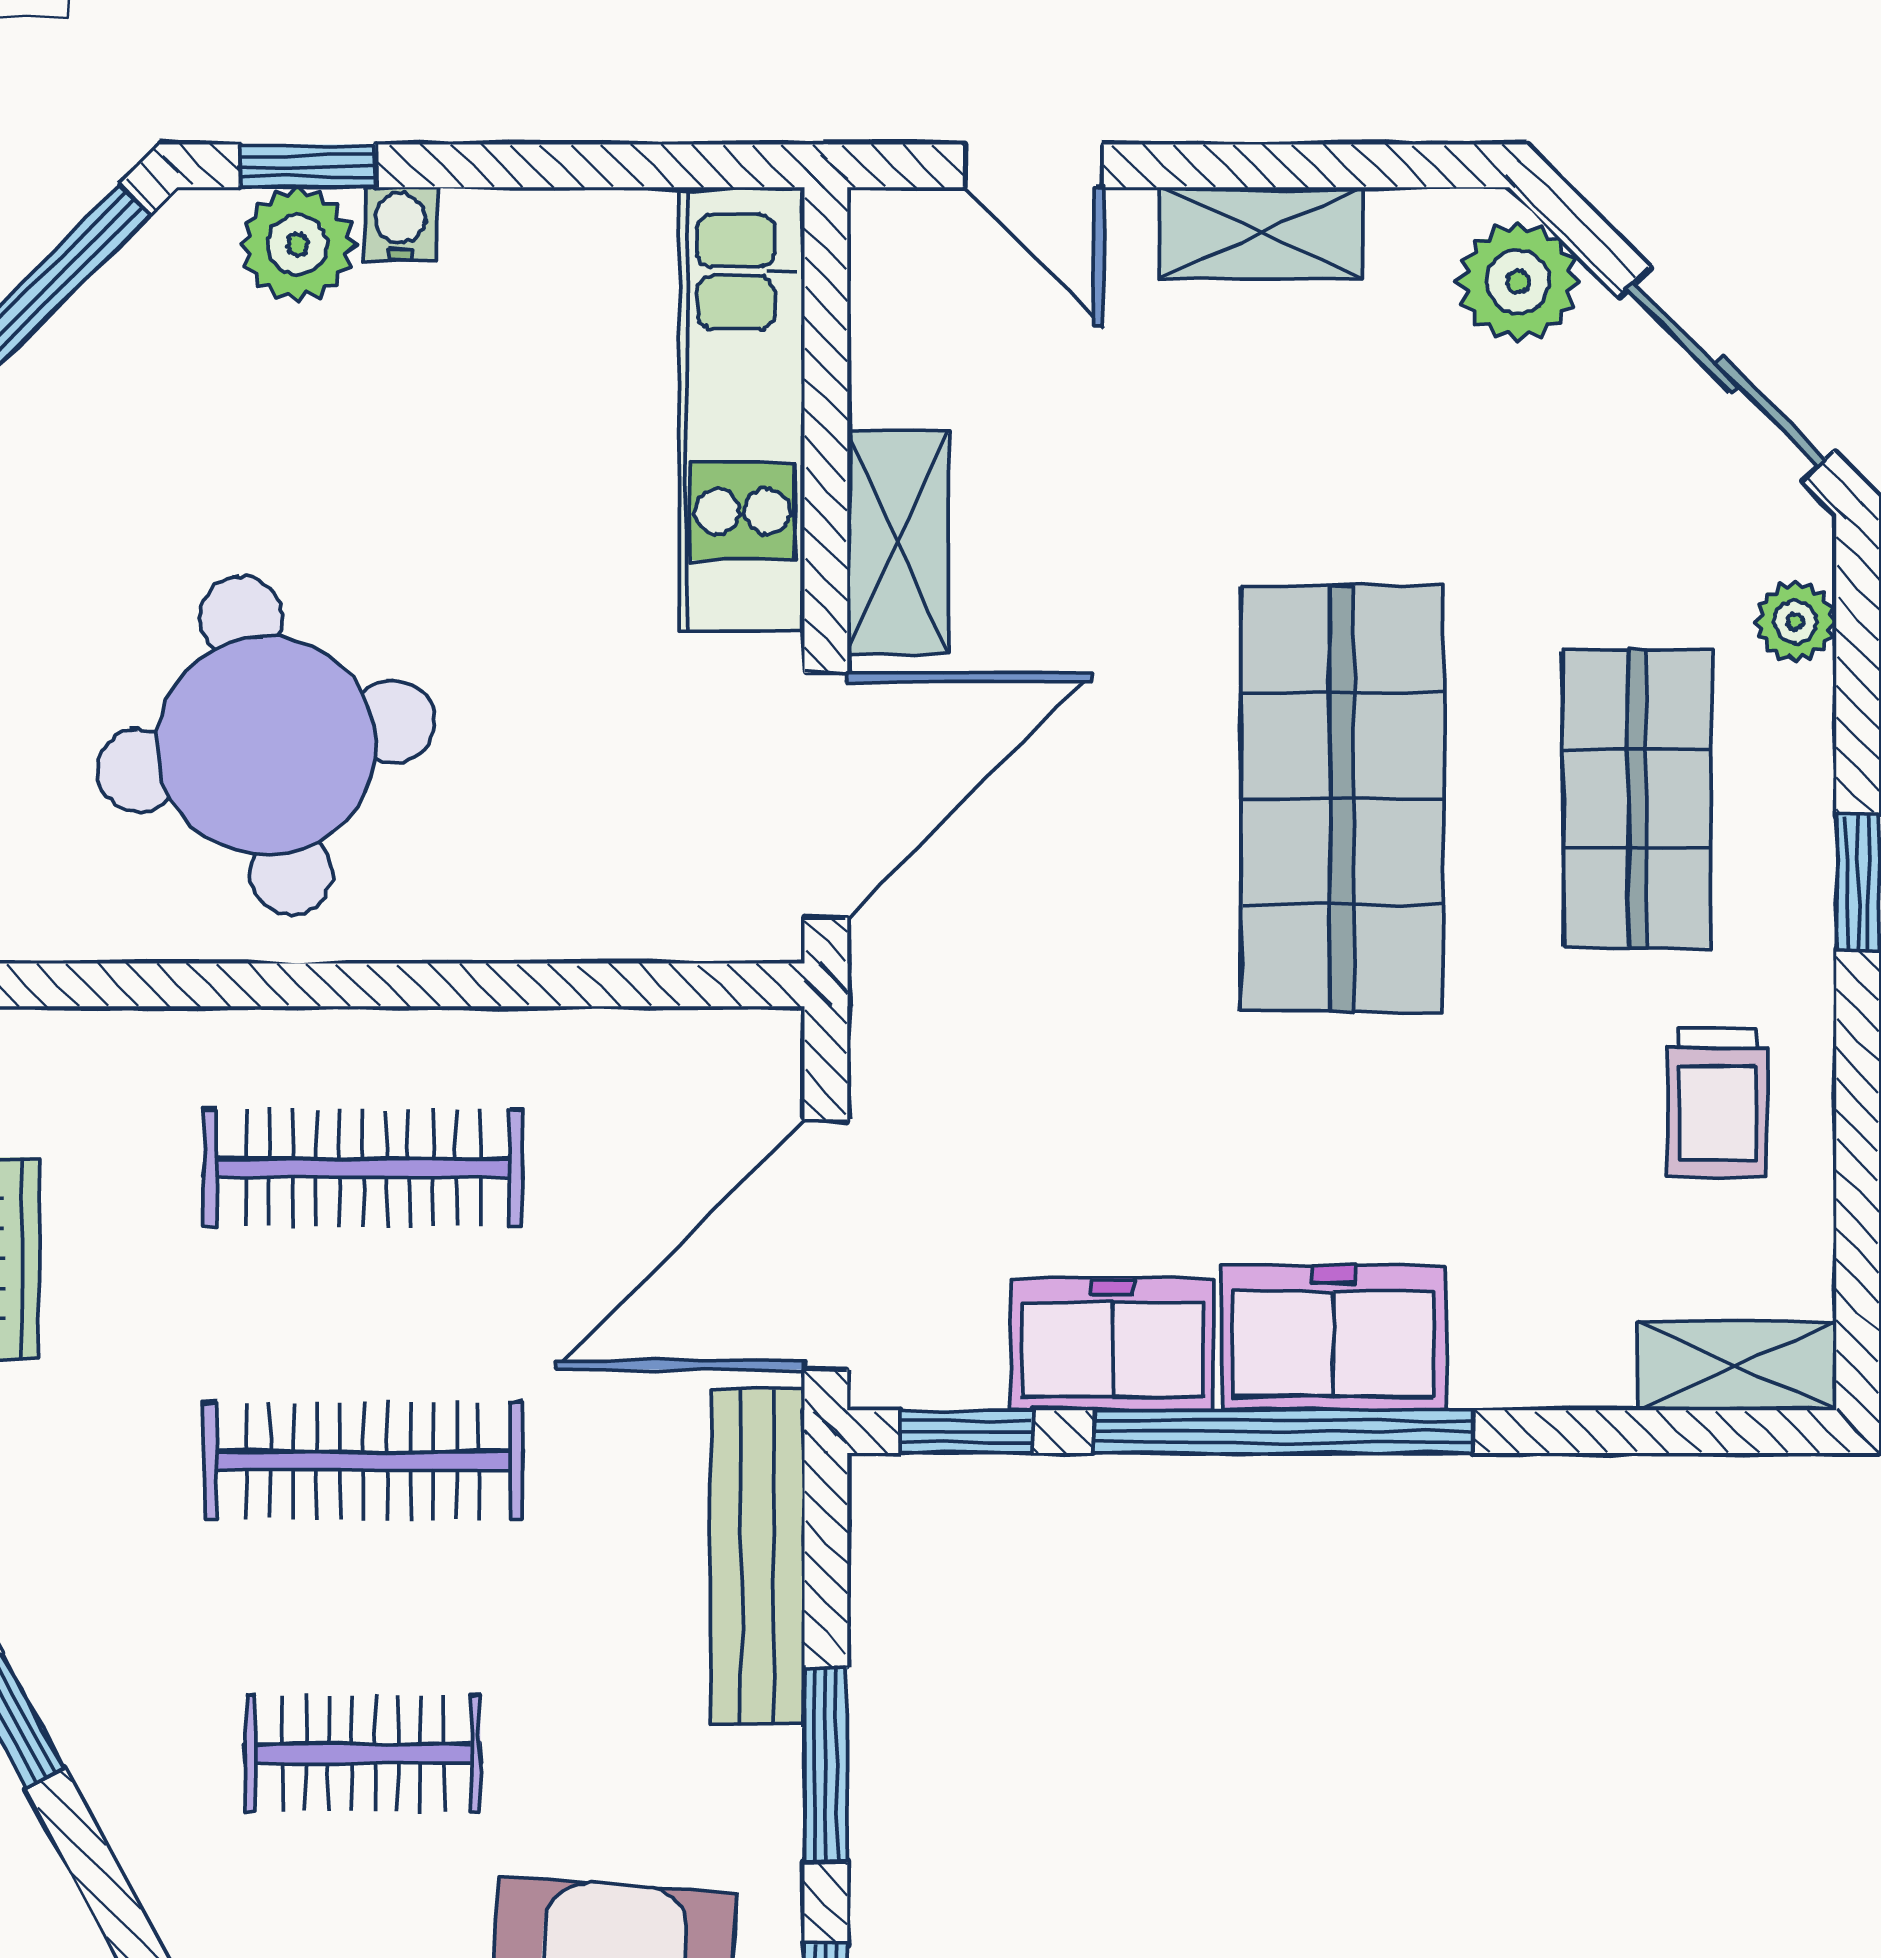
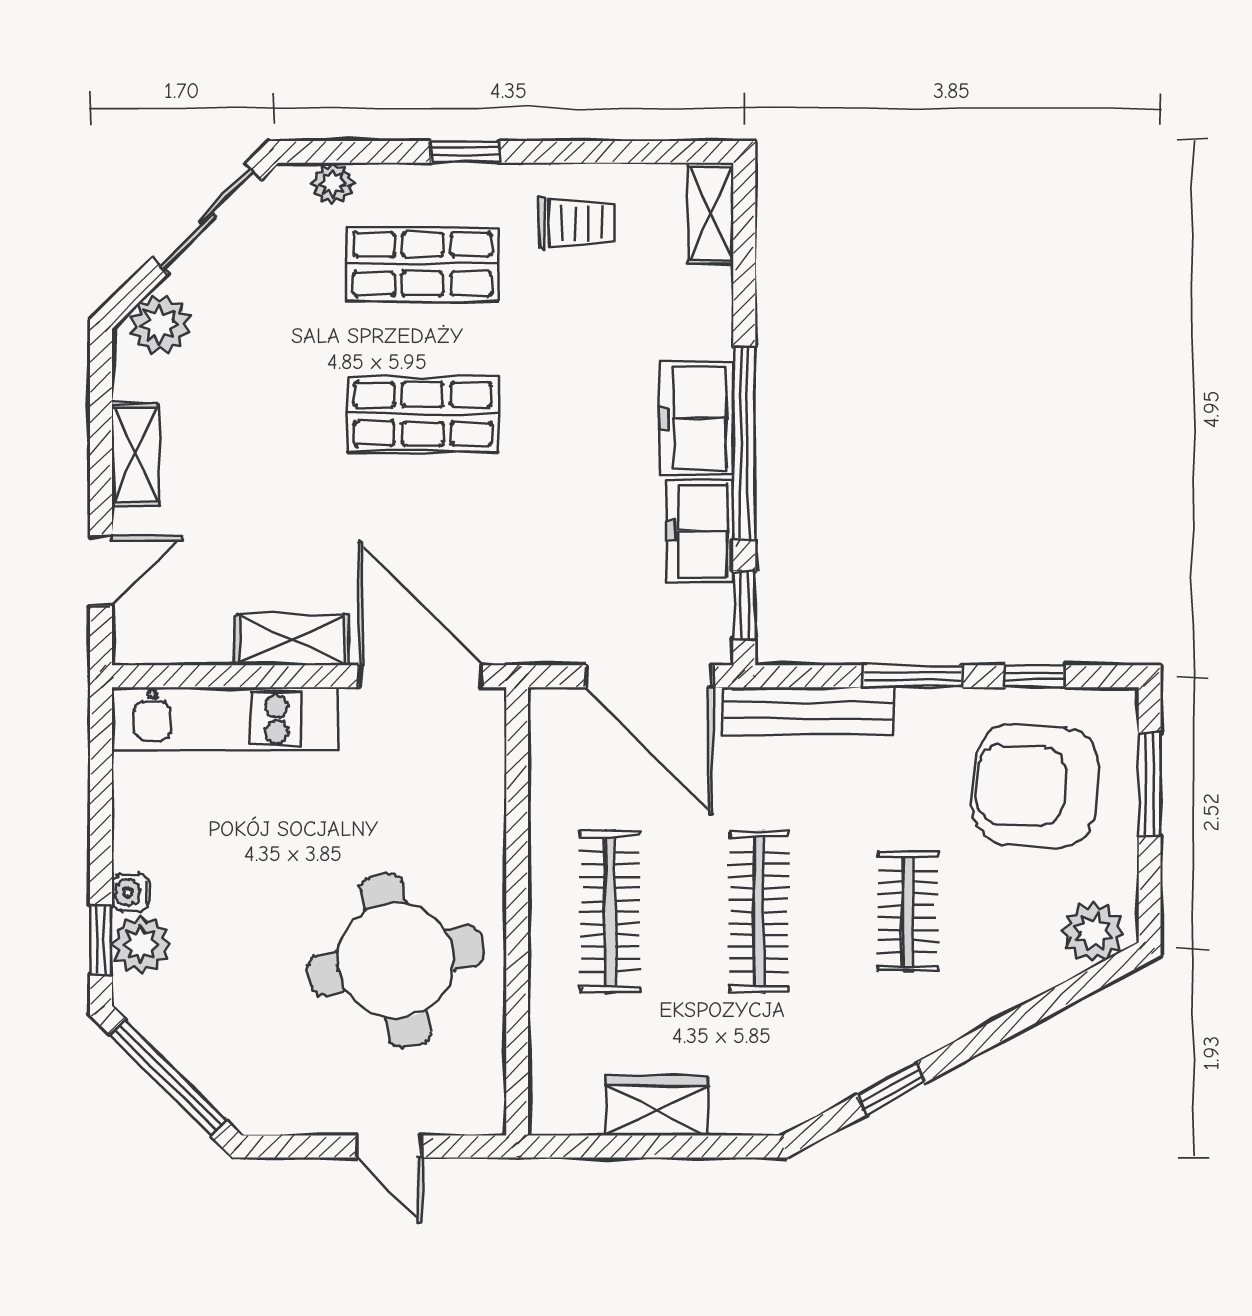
shop shelf: (1342, 799) -> (423, 414), width x0.70, depth x0.74

